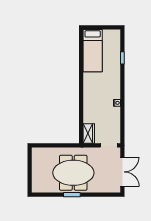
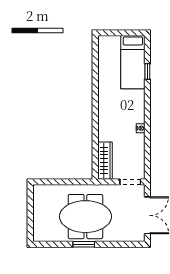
bed: (93, 51) -> (133, 62), moved
wardrobe: (89, 133) -> (105, 161), width x1.50

